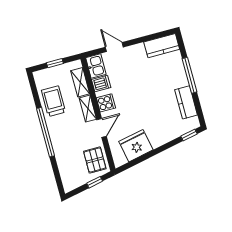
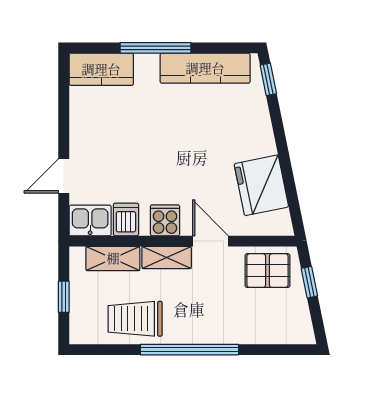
kitchen counter: (162, 46) -> (101, 69), moved, turned 90
kitchen counter: (186, 102) -> (205, 68), width x1.50

